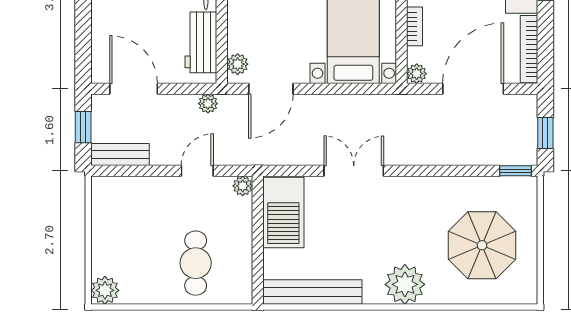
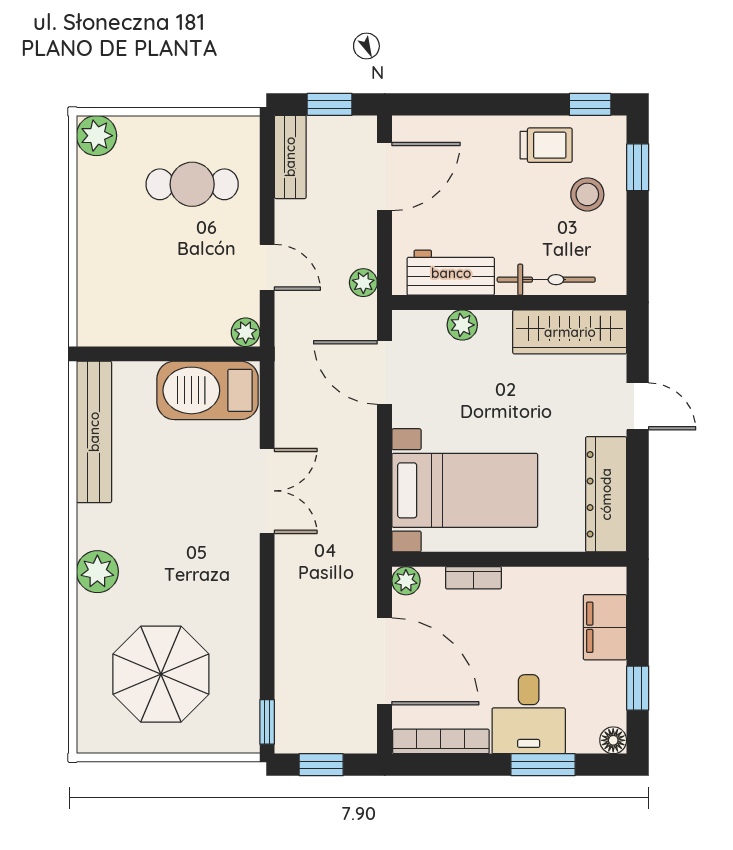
plant: (238, 64) -> (462, 325), moved
cafe table: (196, 263) -> (192, 184), moved
plant: (405, 284) -> (97, 572), width x0.73, depth x0.73

